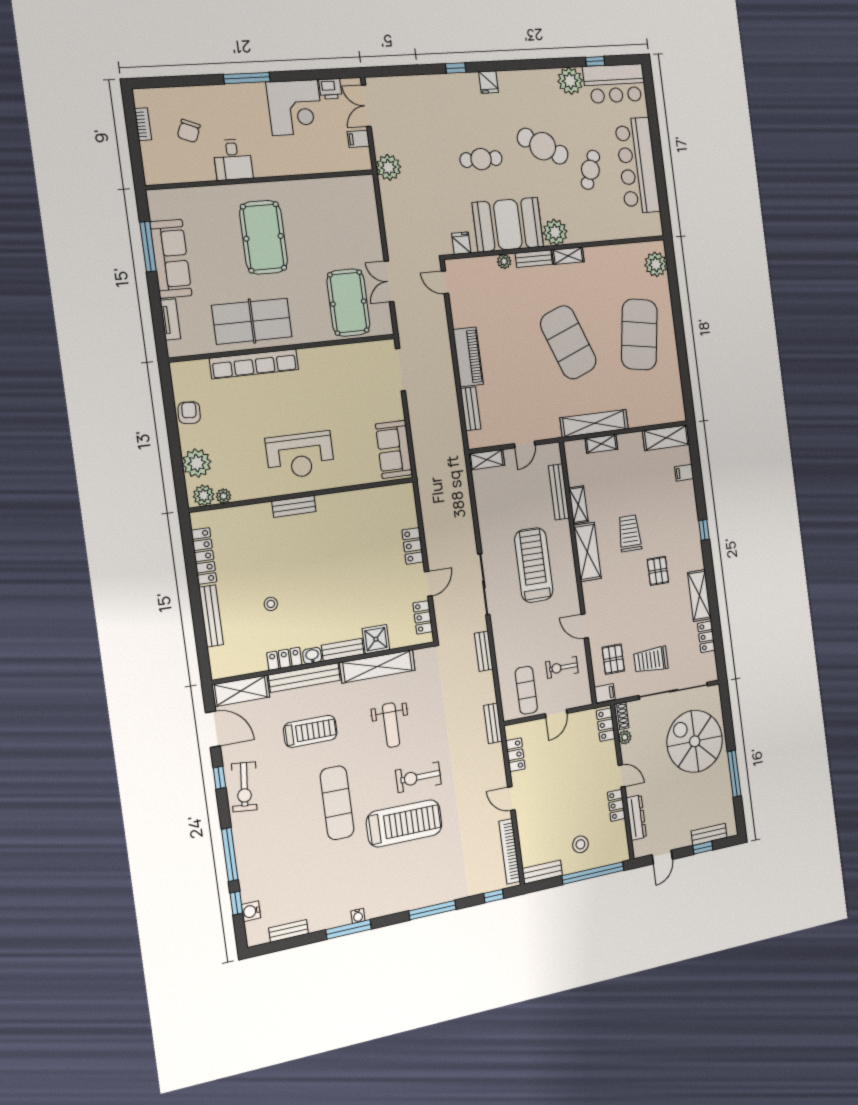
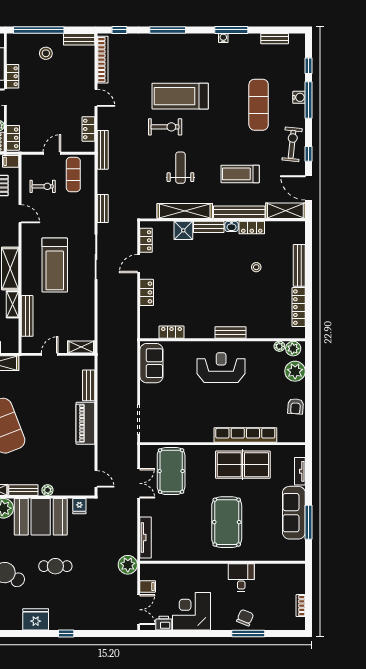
window: (247, 78) -> (248, 634), moved
fridge: (489, 82) -> (36, 619), width x1.88, depth x1.34
chair: (189, 131) -> (245, 618), moved
tv unit: (370, 207) -> (146, 537), added
locker: (373, 496) -> (172, 332), added
bench: (493, 723) -> (103, 150), width x1.36
exercise mat: (337, 803) -> (259, 105), moved
water cooler: (251, 911) -> (299, 97), moved

